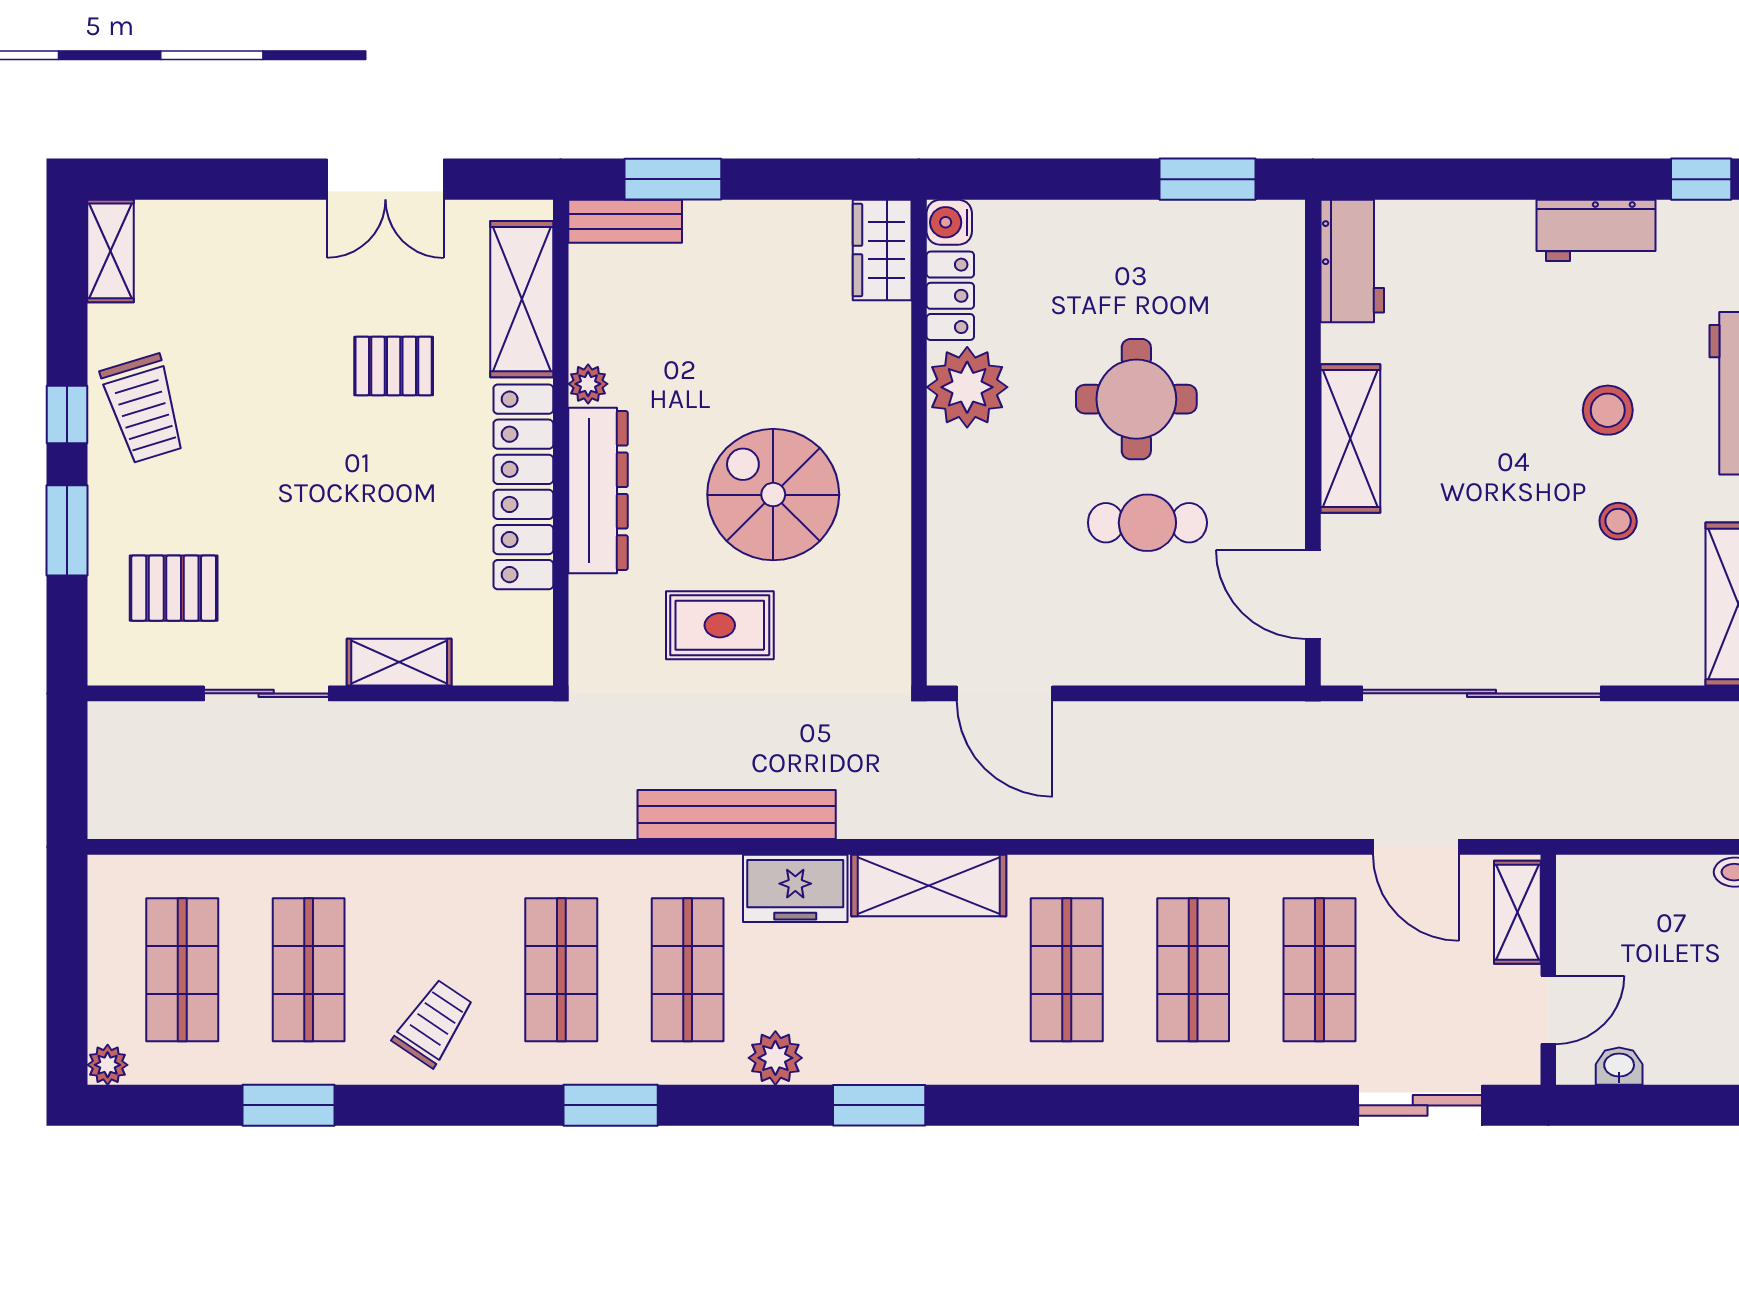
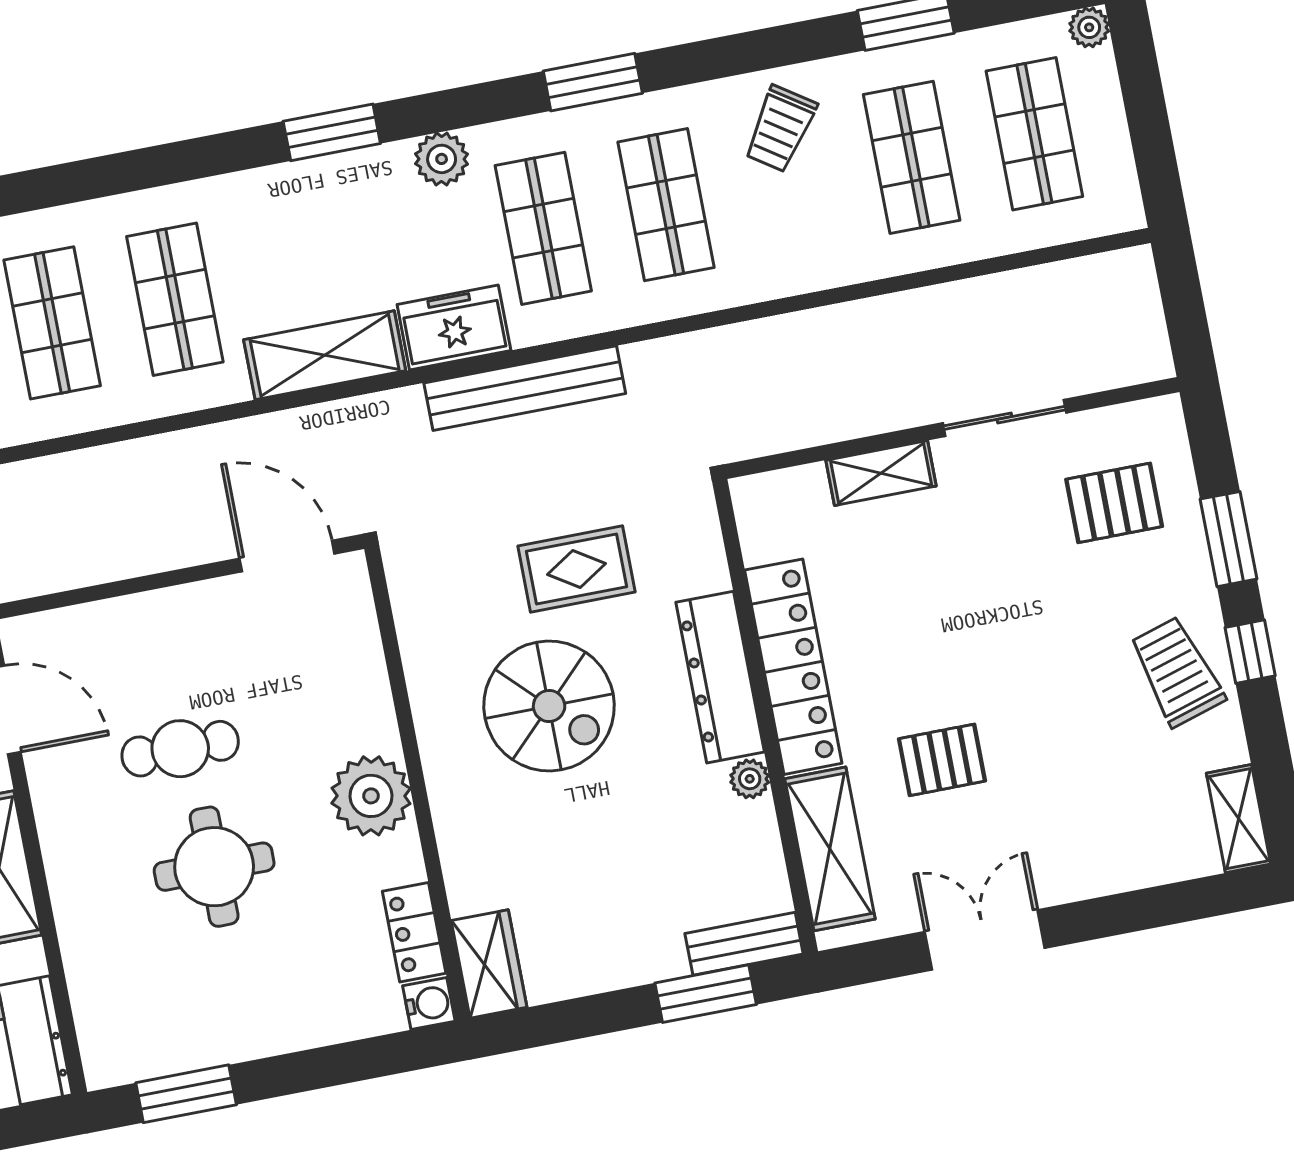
plant: (967, 387) -> (371, 796), moved

